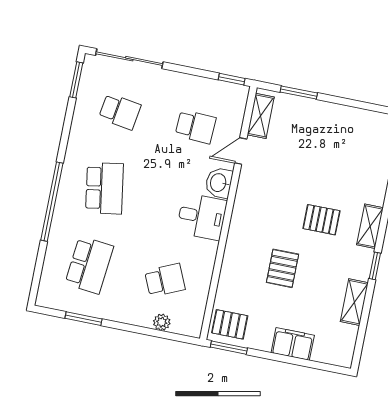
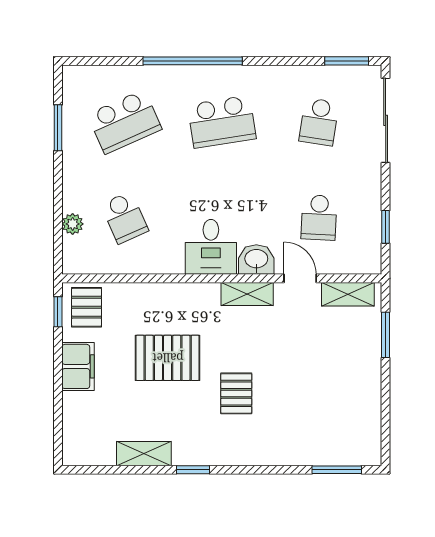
window: (232, 79) -> (386, 227), moved
shelving: (370, 226) -> (247, 294), moved
school desk: (89, 265) -> (125, 122), turned -30
pallet: (283, 268) -> (168, 358), width x1.50, depth x1.42
filing cabinet: (293, 344) -> (78, 366), moved
window: (229, 348) -> (58, 312), width x0.67

